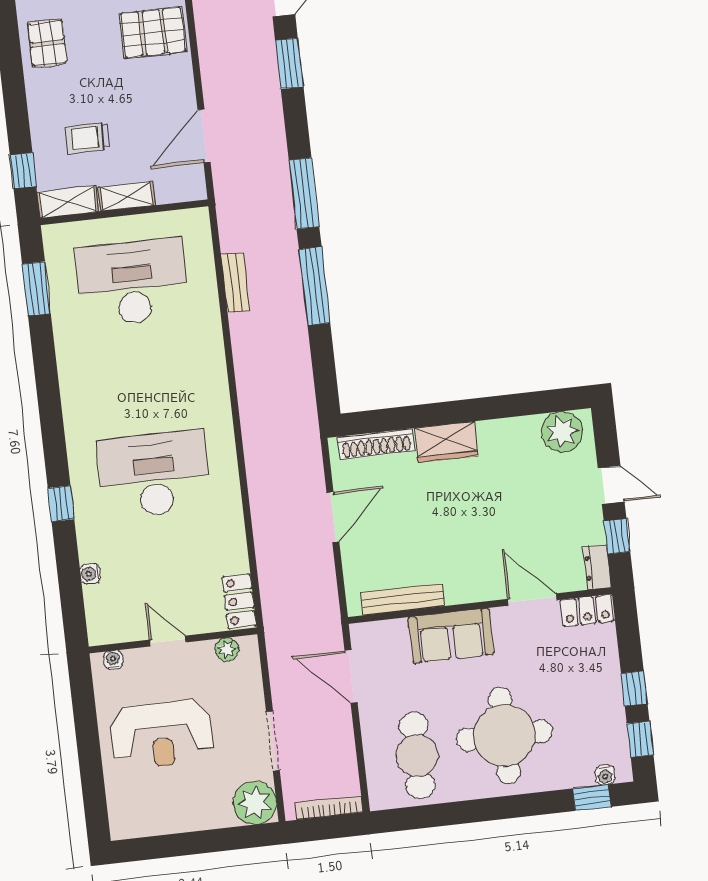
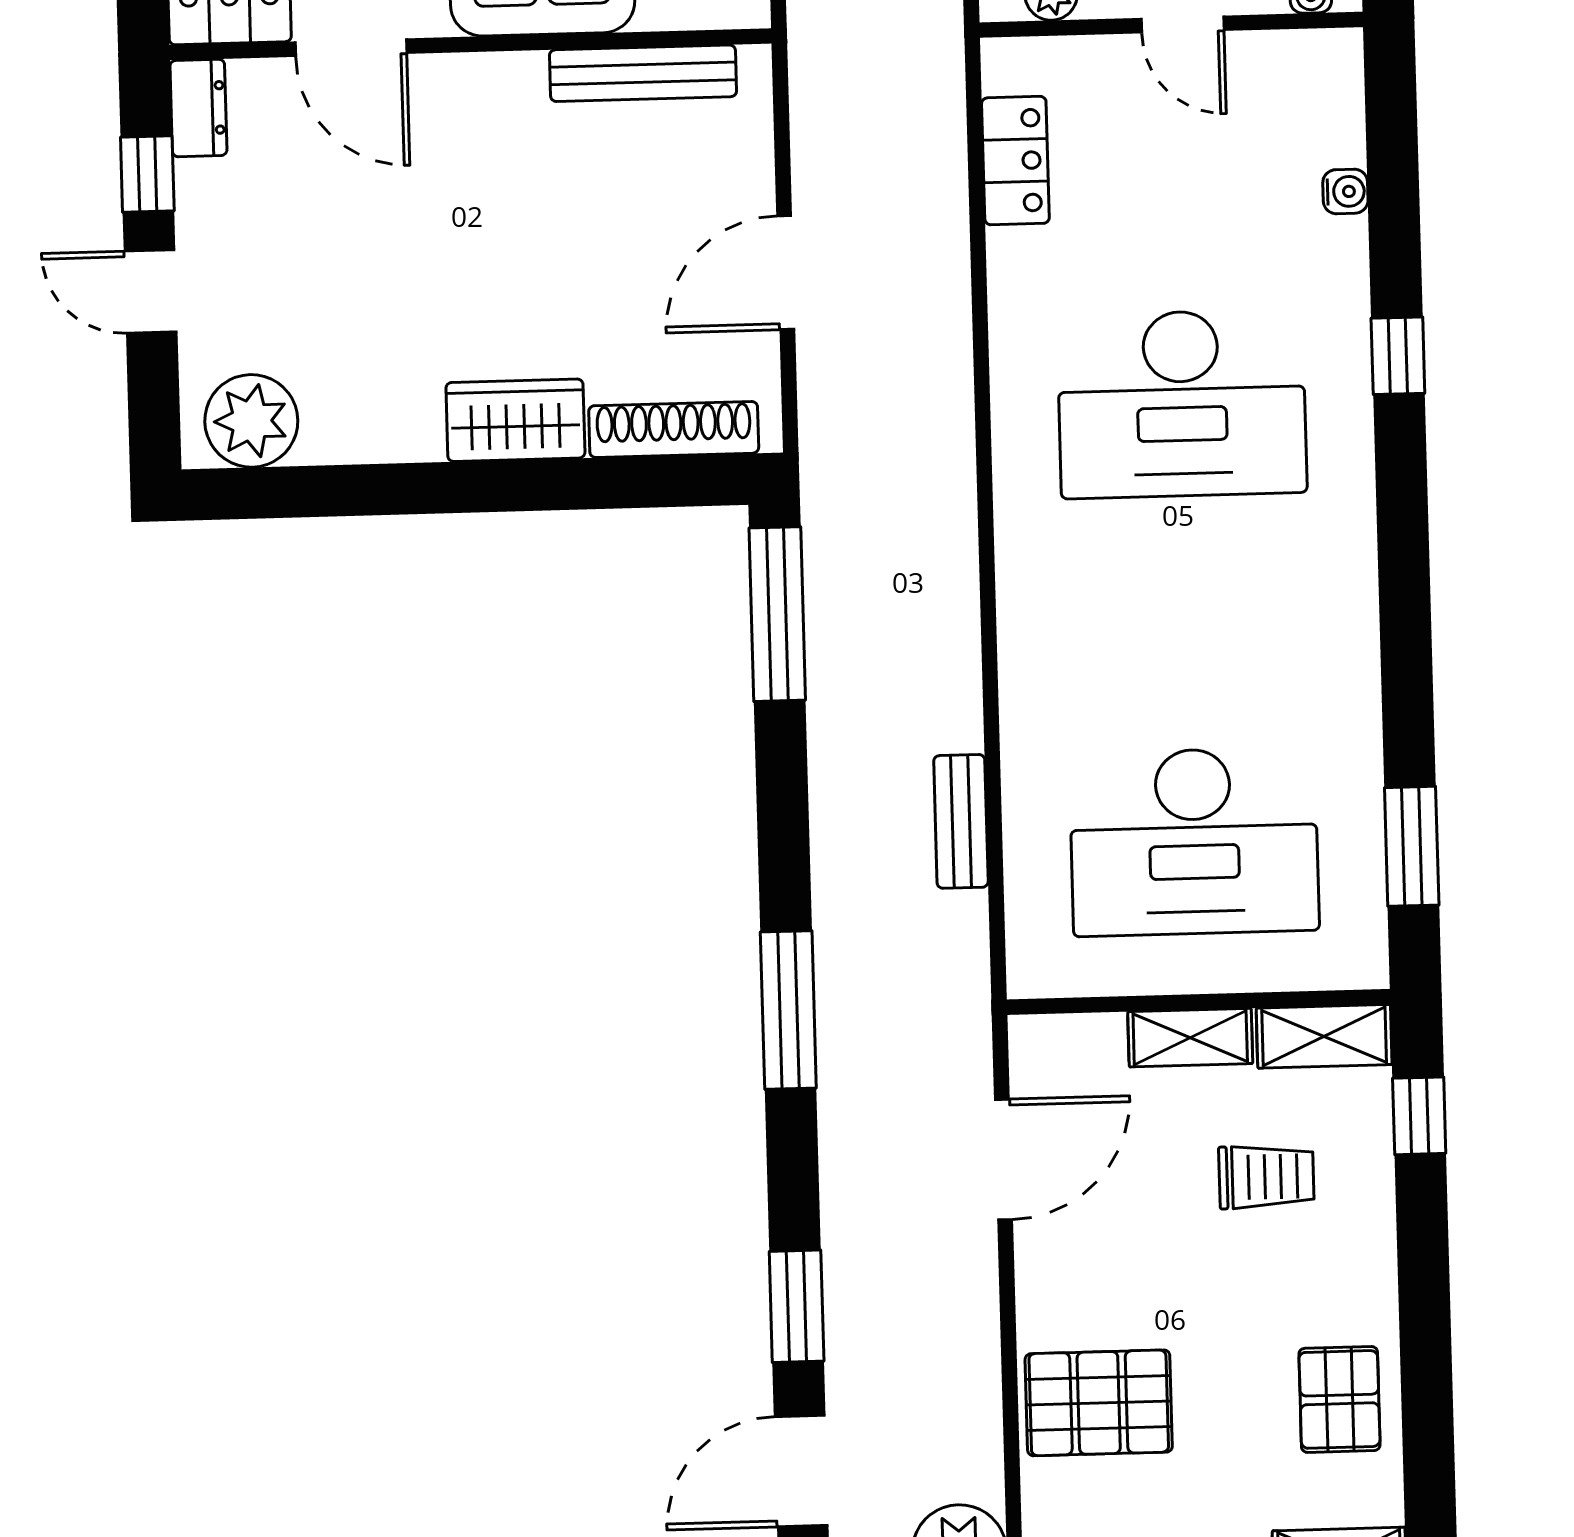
window: (315, 286) -> (777, 614), moved
locker: (239, 601) -> (1015, 161), moved

